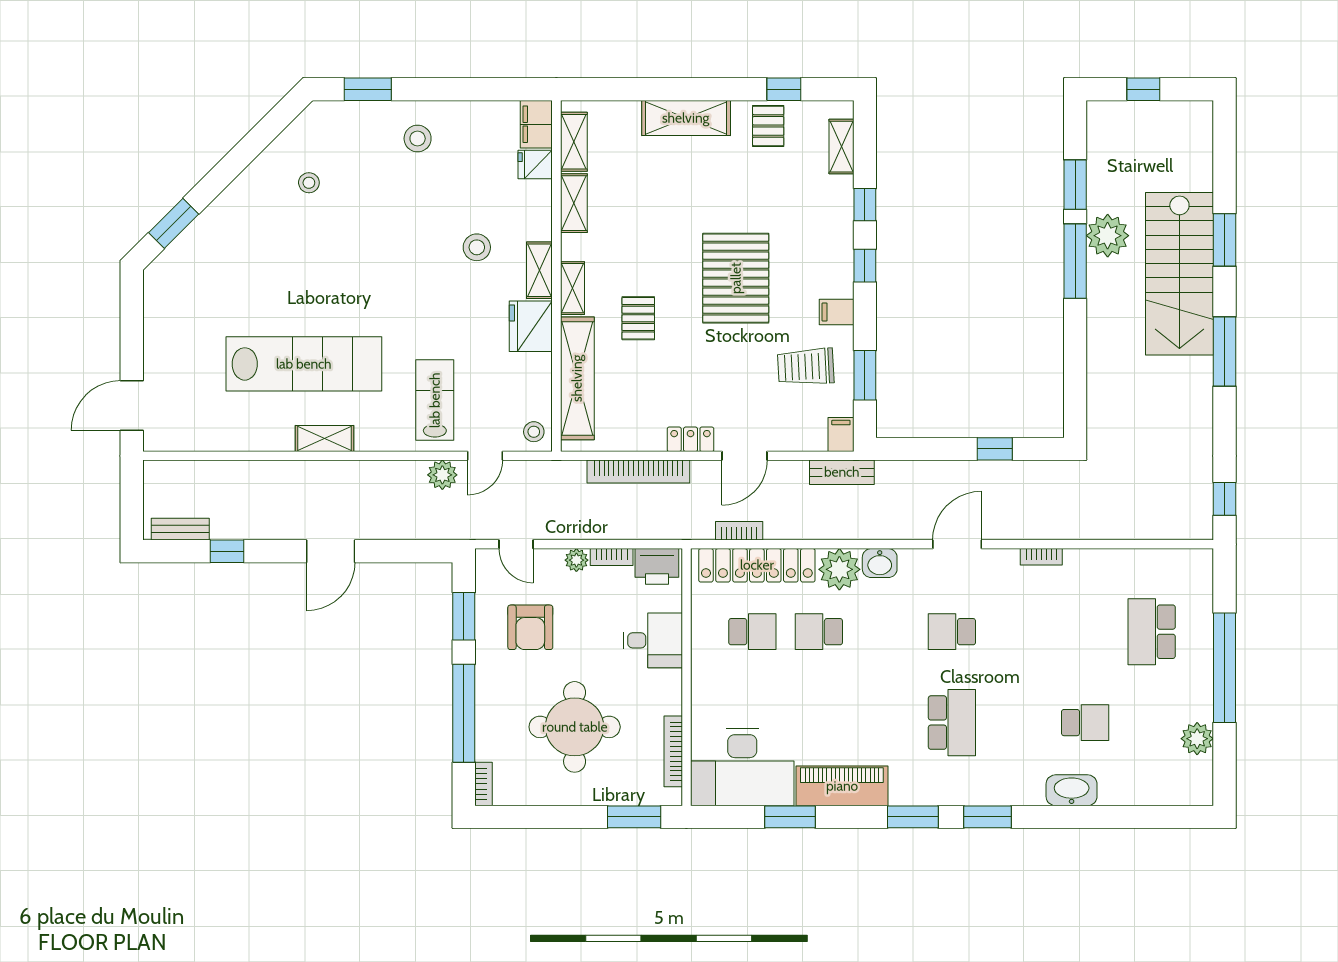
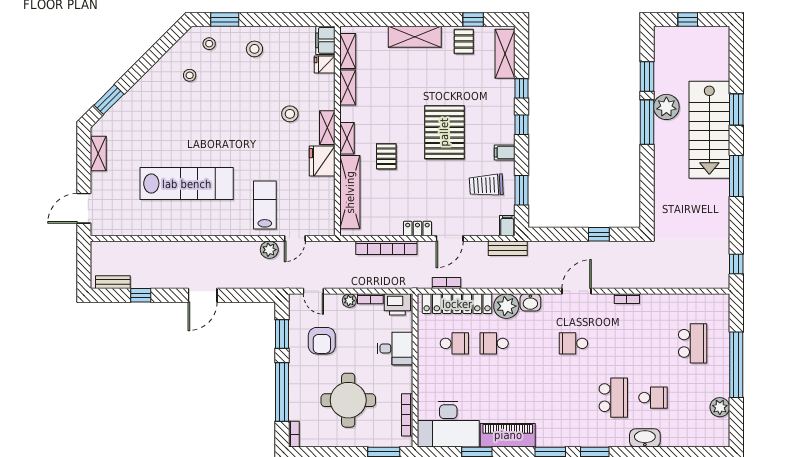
shelving: (841, 147) -> (505, 54), width x1.50, depth x1.33
stool: (534, 432) -> (209, 44), moved
shelving: (325, 439) -> (98, 153), moved, turned 90
school desk: (1152, 632) -> (693, 343), turned 180
school desk: (952, 723) -> (613, 398), moved

